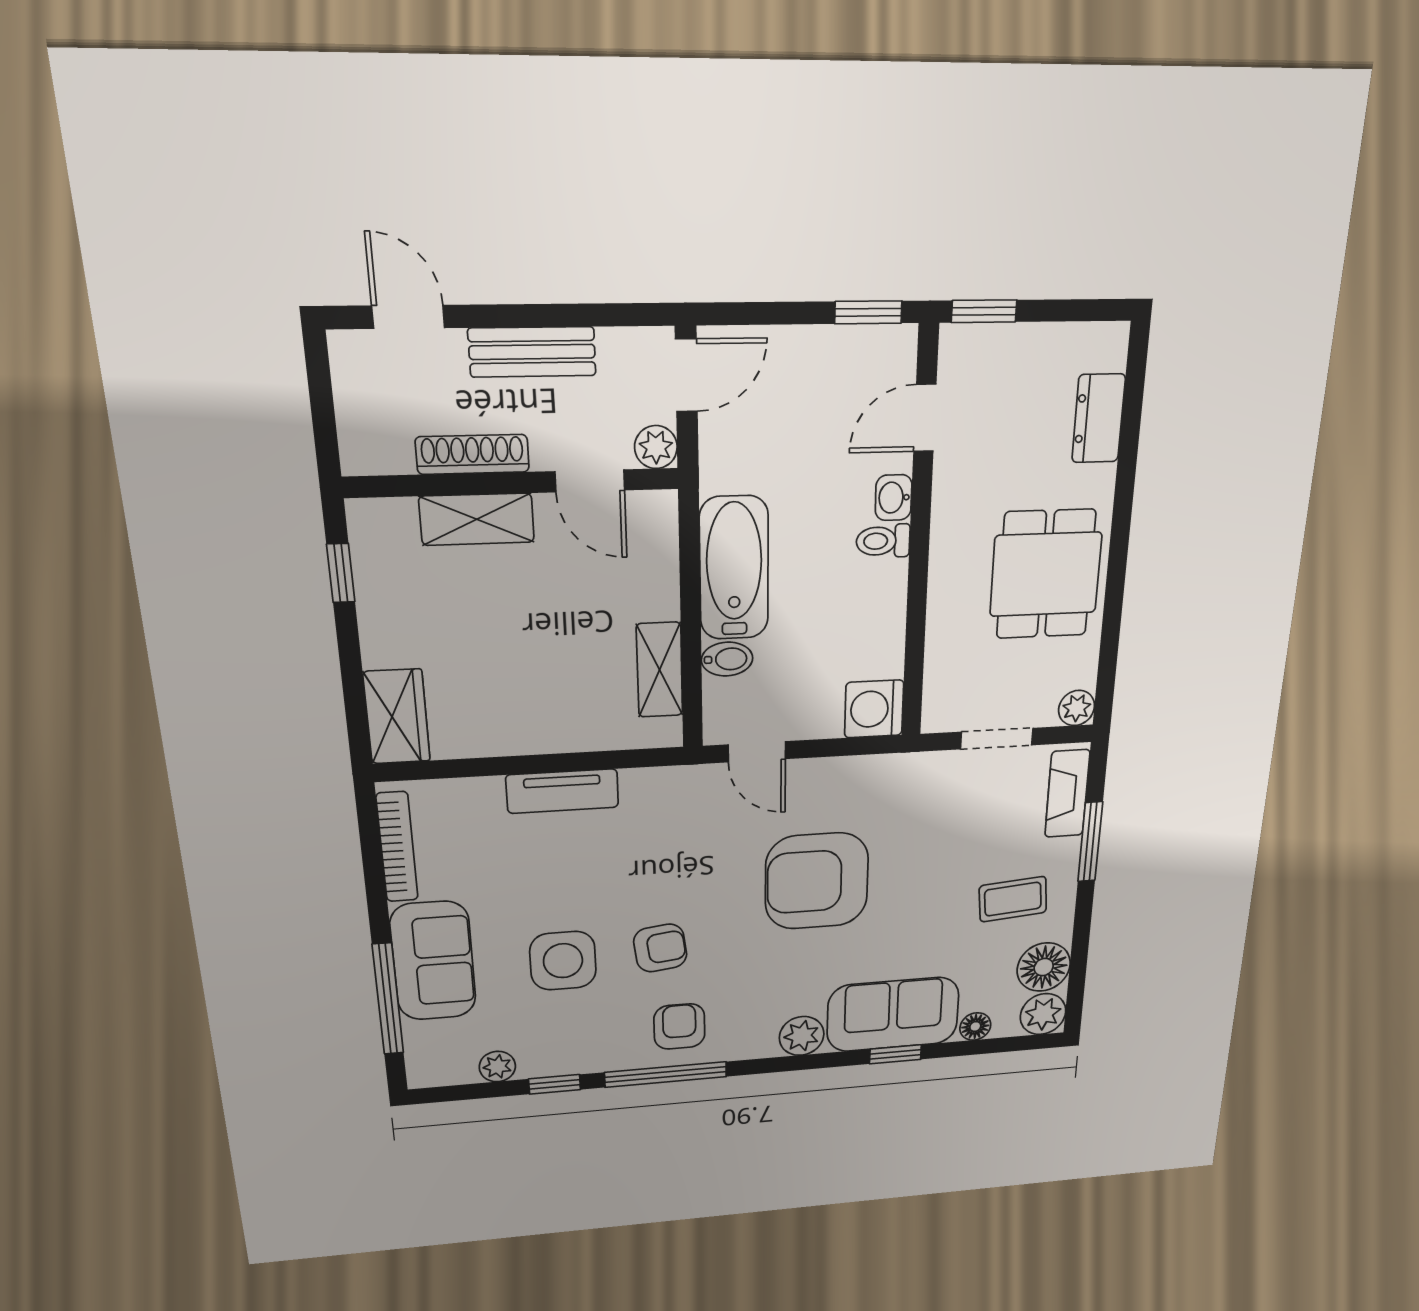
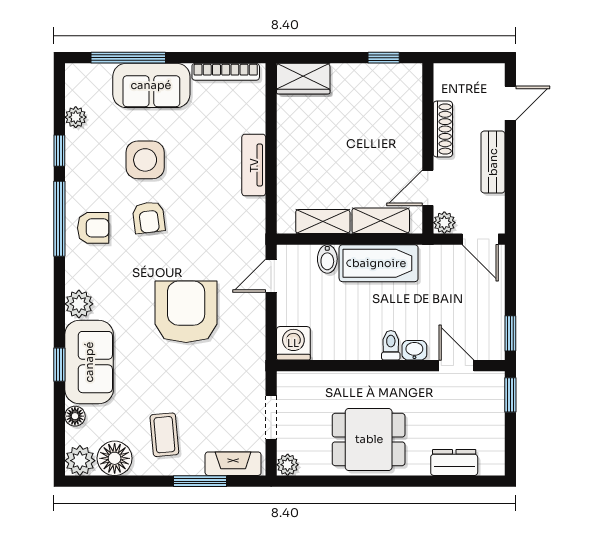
shelving: (477, 519) -> (381, 221), moved, turned 90

